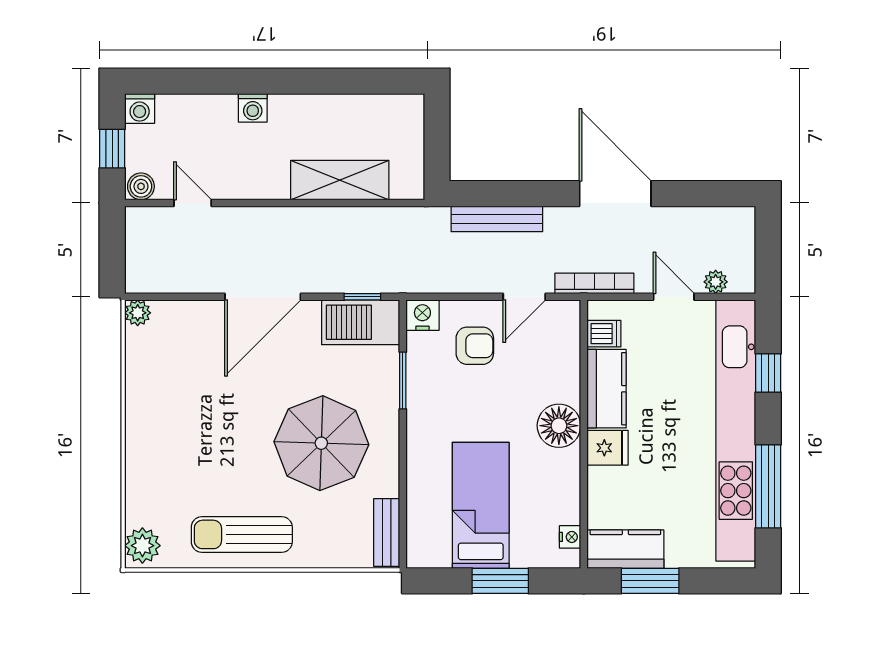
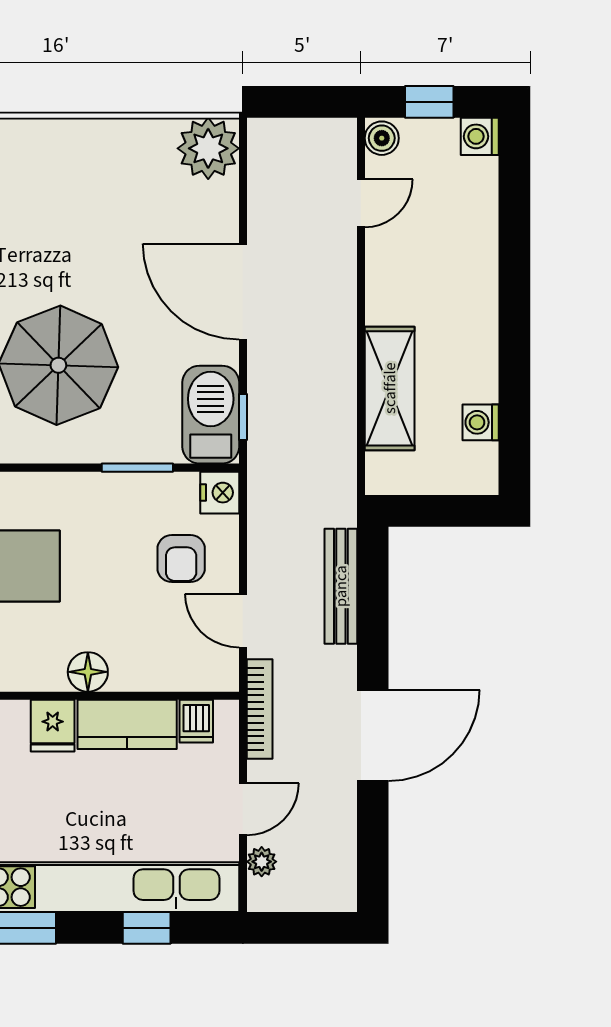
washing machine: (253, 108) -> (481, 422), moved
plant: (138, 313) -> (208, 148), width x1.87, depth x1.87
floor lamp: (559, 426) -> (88, 672), width x0.73, depth x0.73

